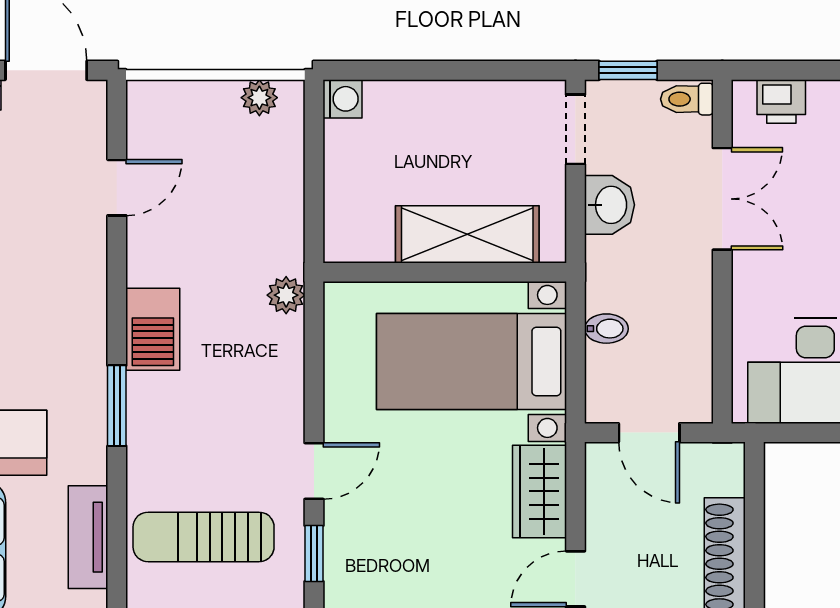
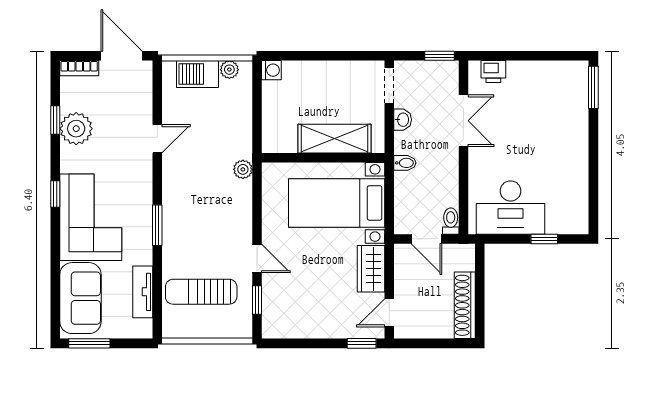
window: (628, 70) -> (440, 56), moved
toilet: (687, 99) -> (451, 221), moved, turned 90
door: (117, 188) -> (157, 139), moved
washbasin: (610, 205) -> (403, 120), width x0.72, depth x0.69
barbecue: (153, 329) -> (198, 74), moved, turned 90
bidet: (606, 329) -> (405, 163), moved
door: (314, 471) -> (257, 258), hinge flipped

